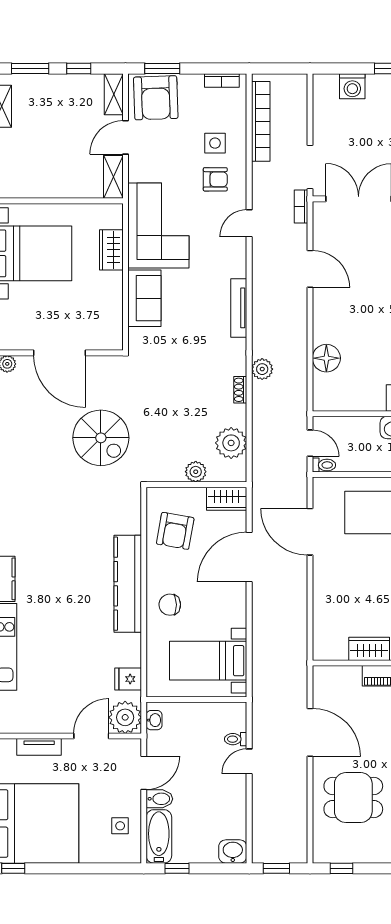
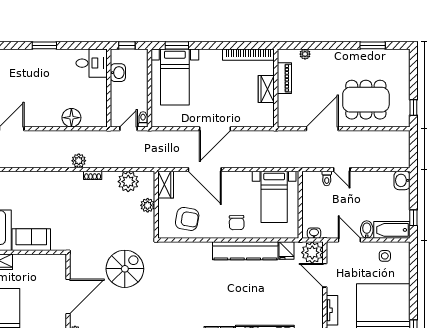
tv unit: (239, 308) -> (38, 176), removed
door: (310, 532) -> (215, 129), moved
kitchen counter: (128, 584) -> (245, 251), moved
dining table: (353, 798) -> (366, 100), width x1.38
window: (276, 868) -> (413, 151), removed

